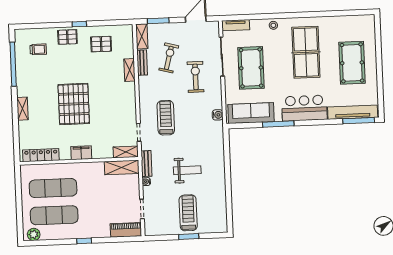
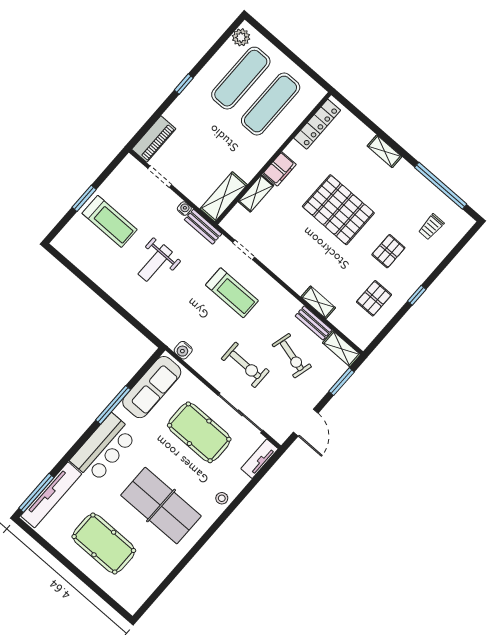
pallet: (67, 37) -> (388, 251), moved
shelving: (126, 152) -> (256, 193), moved

